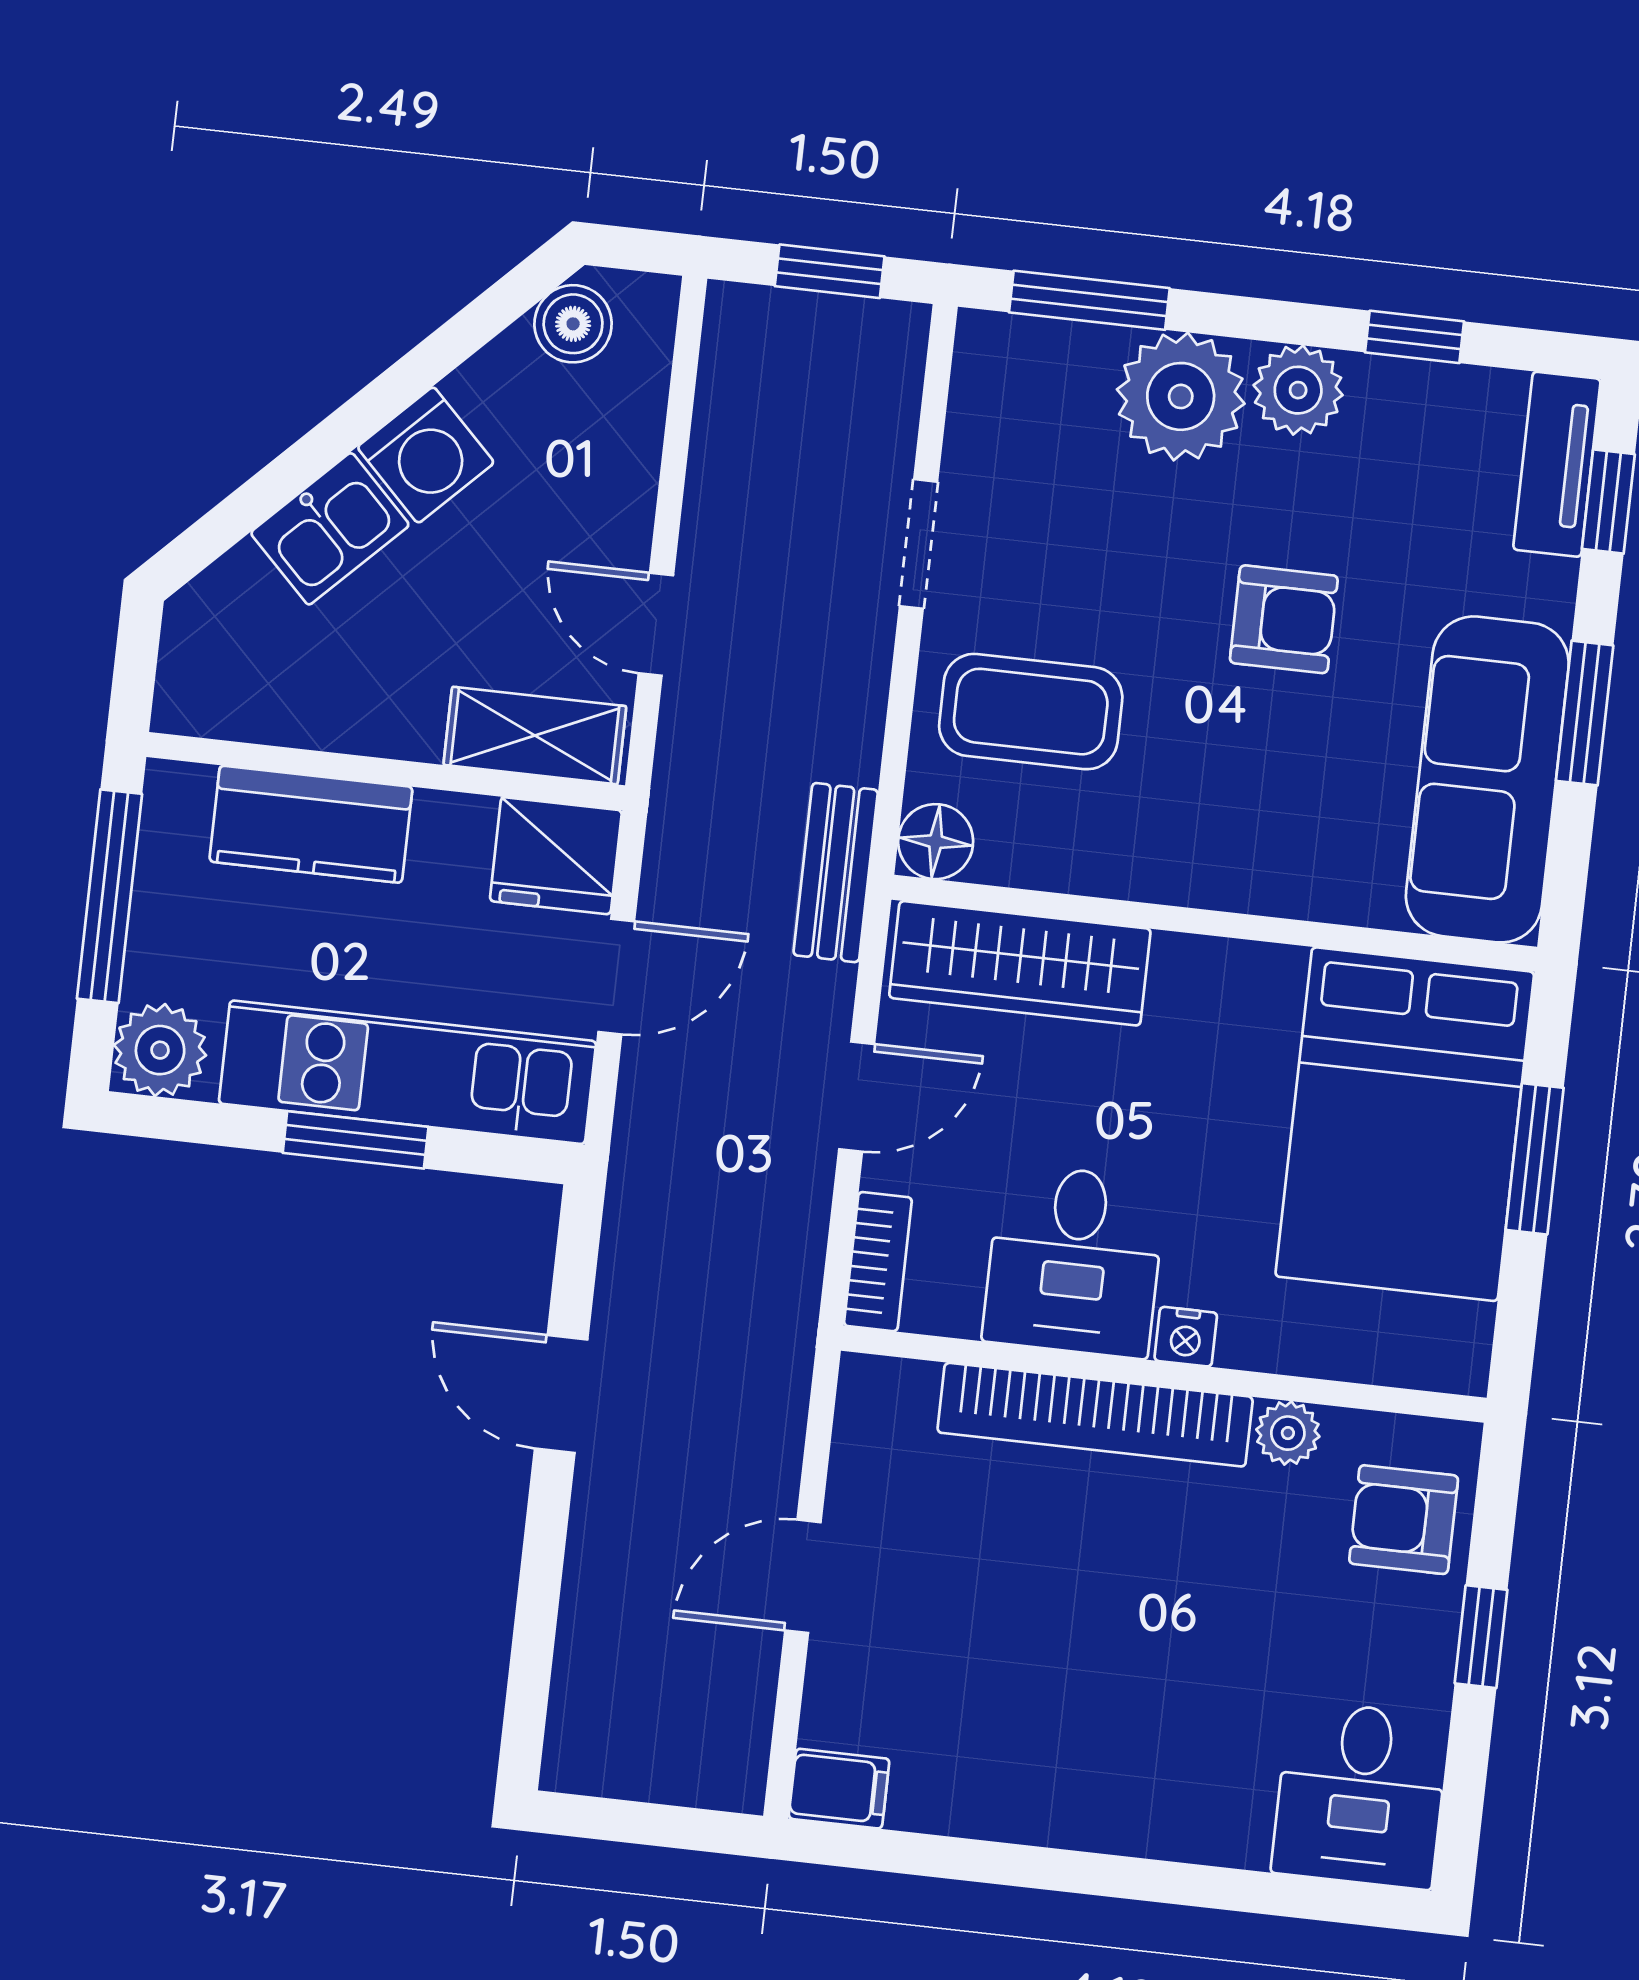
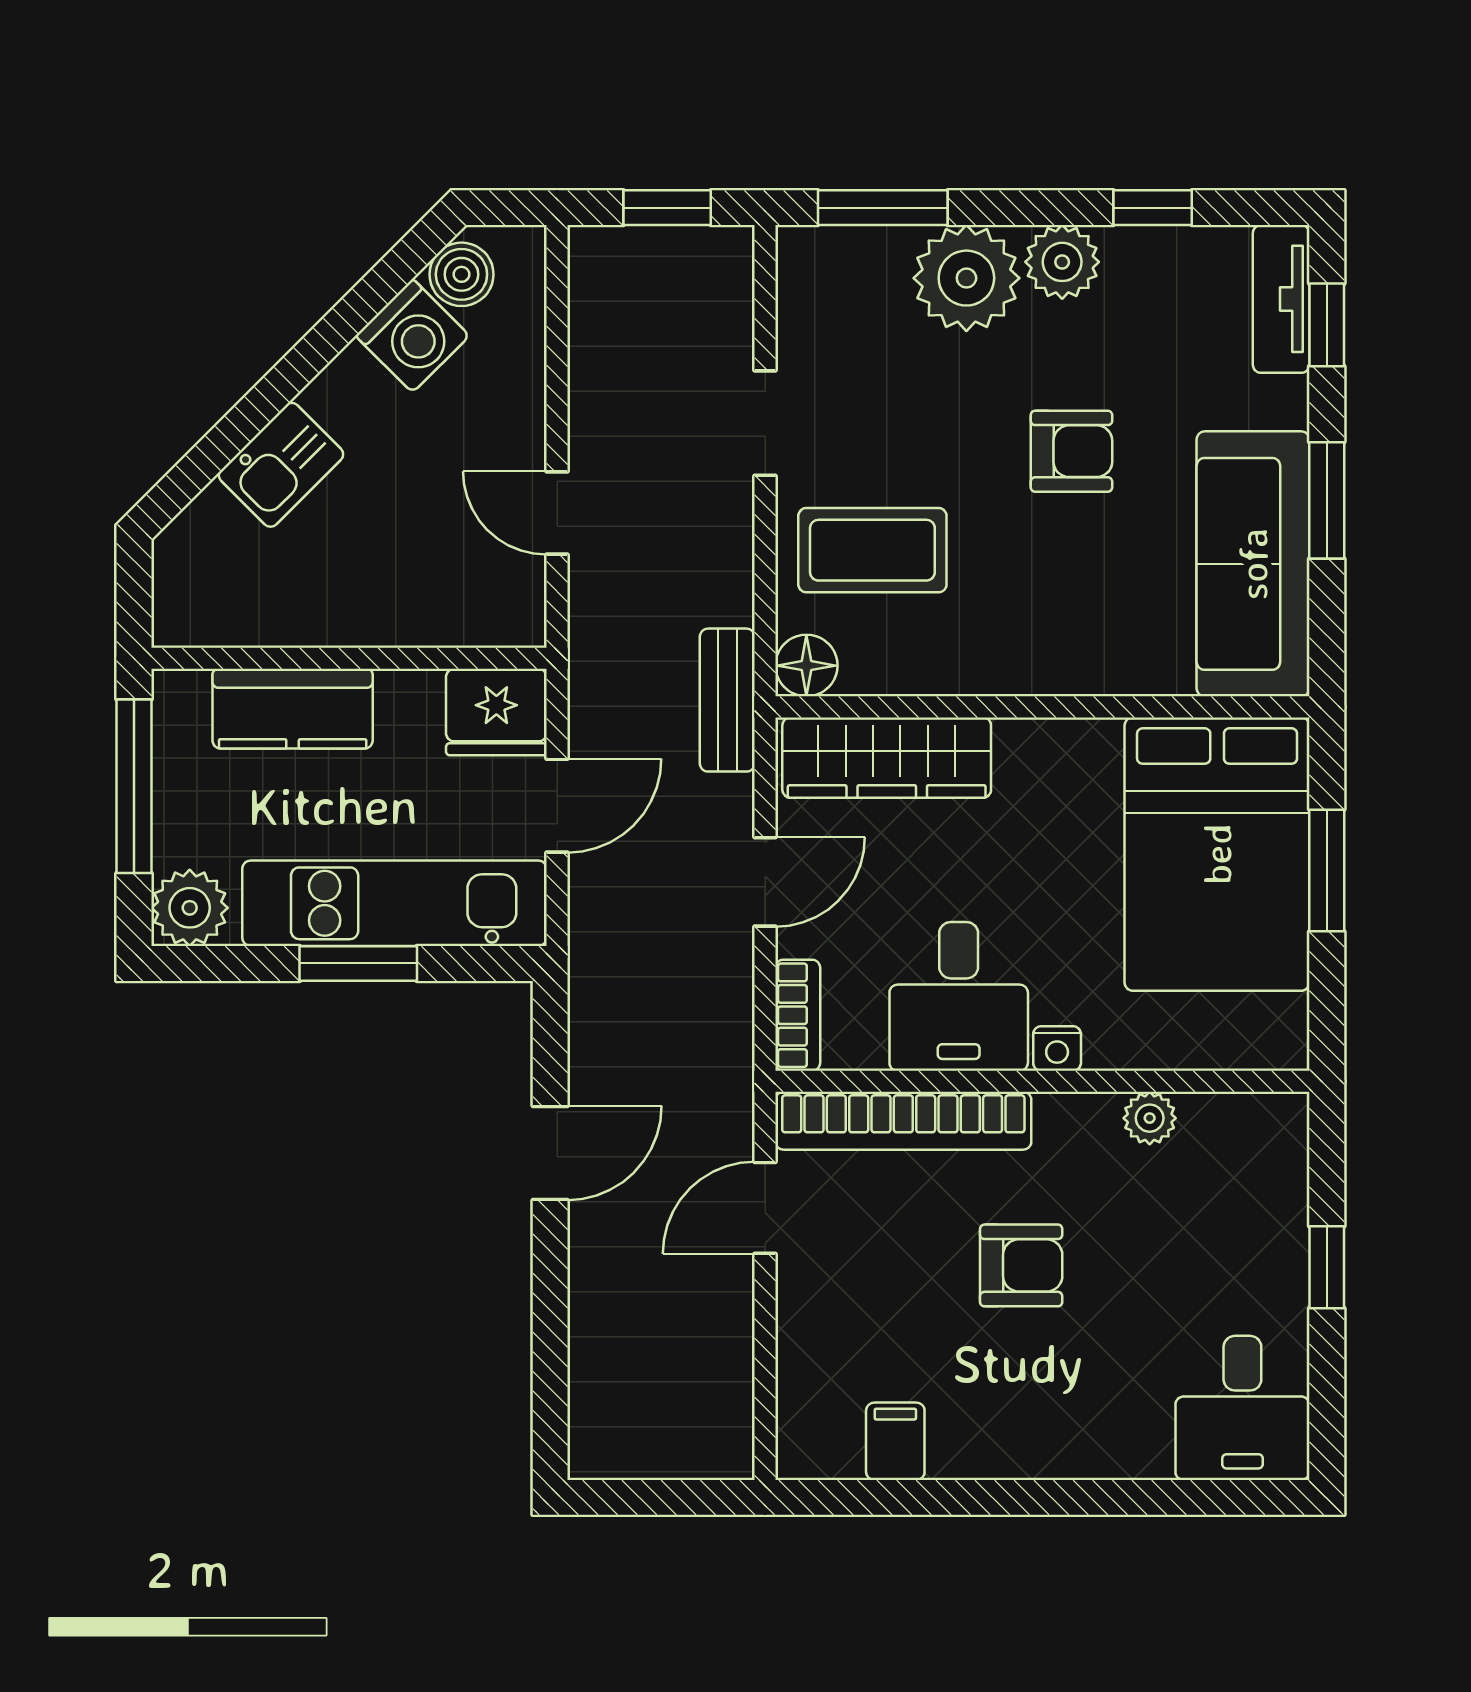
washing machine: (426, 455) -> (412, 336), moved
shelving: (535, 736) -> (468, 615), removed
door: (561, 1394) -> (550, 1153), swing flipped
bookcase: (1095, 1415) -> (903, 1121), moved
armchair: (1404, 1520) -> (1021, 1265), moved, turned 180
door: (803, 1576) -> (765, 1208), moved
filing cabinet: (839, 1789) -> (895, 1441), moved, turned -90

